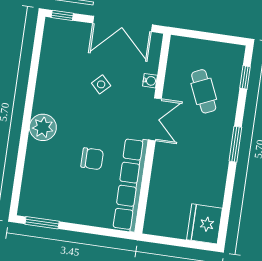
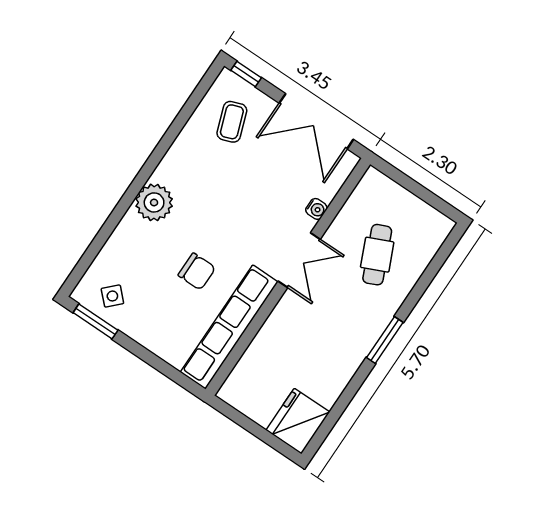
coffee table: (68, 51) -> (232, 122), added
window: (245, 77) -> (437, 262), removed
side table: (101, 84) -> (112, 296), moved

